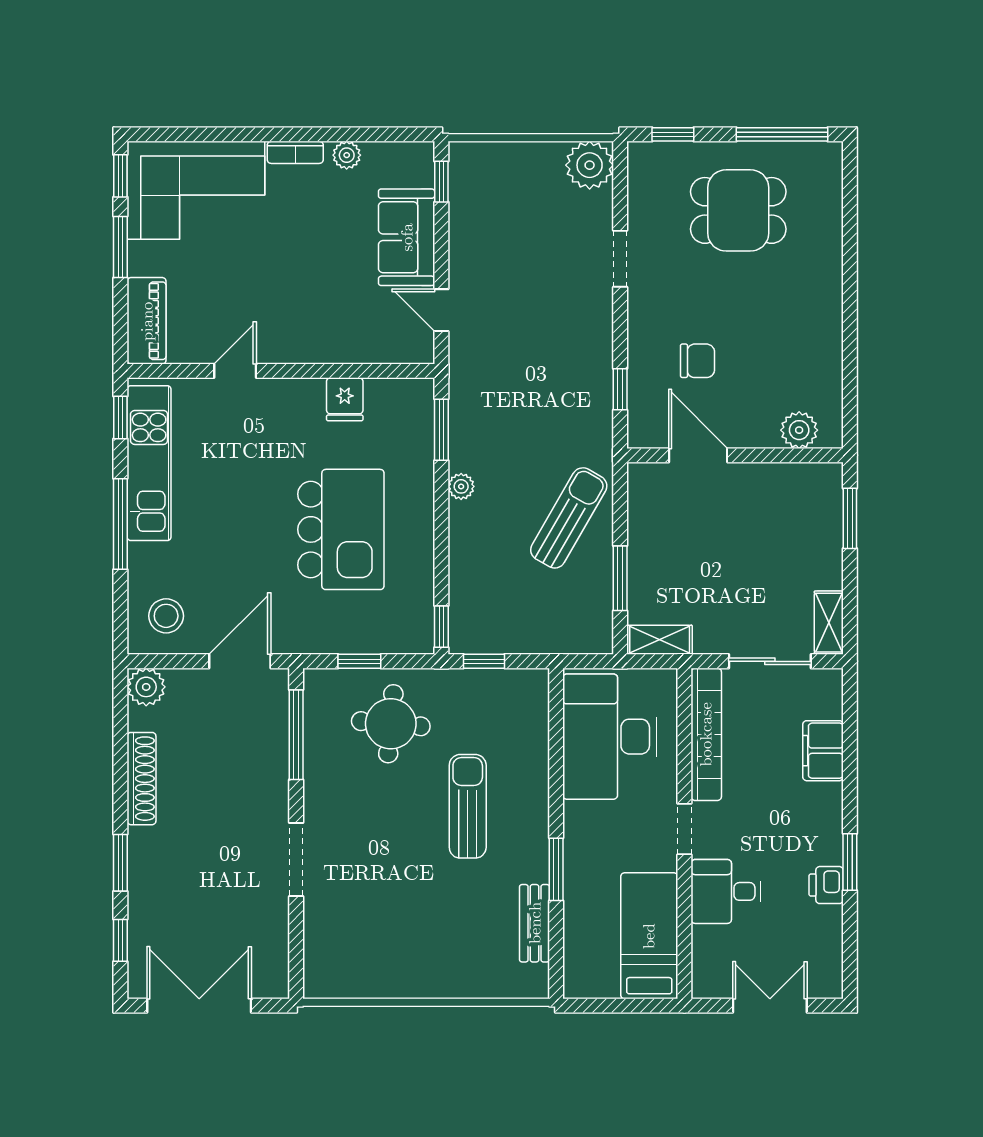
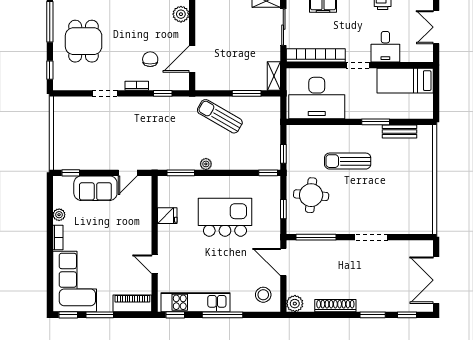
plant: (590, 165) -> (63, 107), removed
bookcase: (637, 330) -> (137, 86), added

